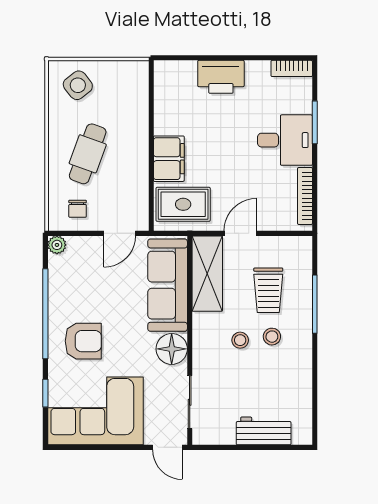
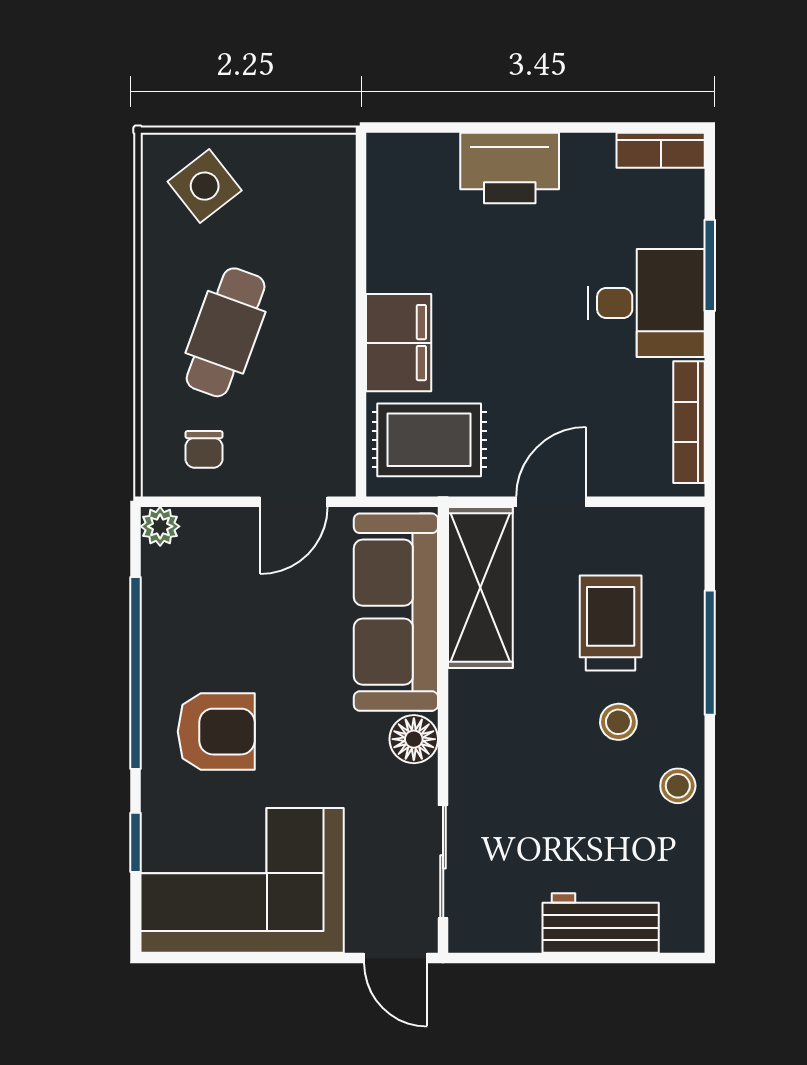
trolley: (268, 290) -> (611, 623), turned 180
stool: (240, 340) -> (678, 786), moved
floor lamp: (172, 349) -> (414, 739), width x0.73, depth x0.73

